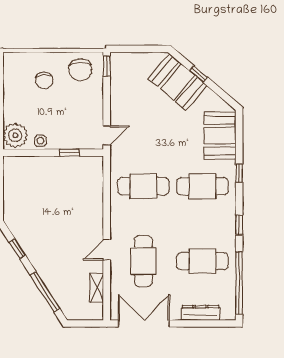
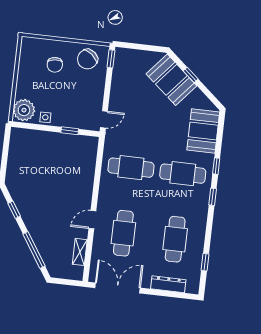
chair: (80, 70) -> (88, 59), turned 39
window: (239, 225) -> (213, 197), moved
cafe table: (202, 261) -> (175, 239), turned 90
window: (239, 283) -> (205, 262), width x0.32

